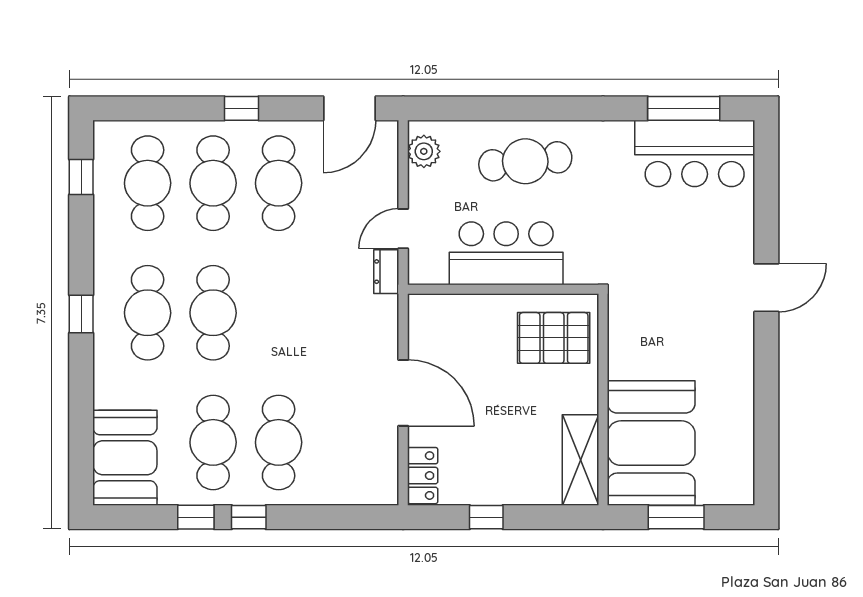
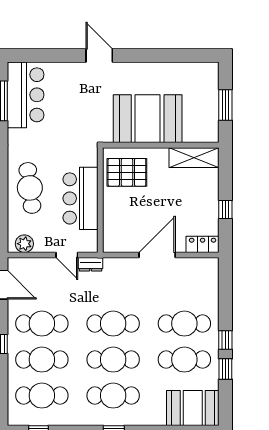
cafe table: (279, 313) -> (113, 324), added
pallet: (554, 338) -> (127, 172), turned 90
booth: (651, 443) -> (148, 119), moved

